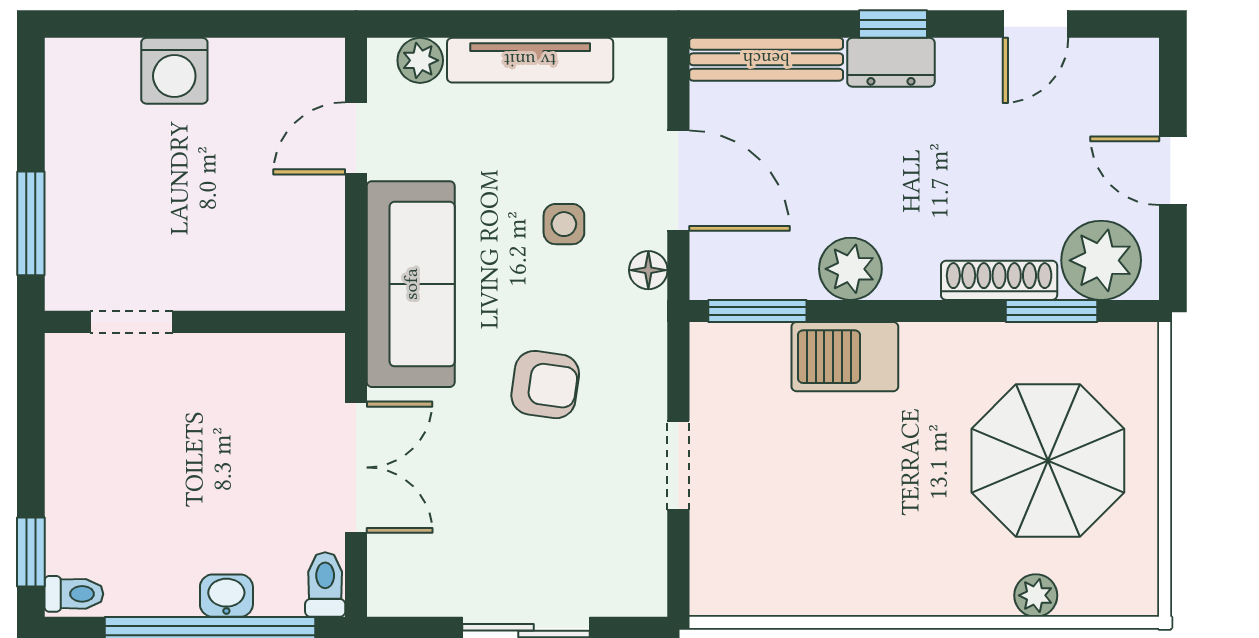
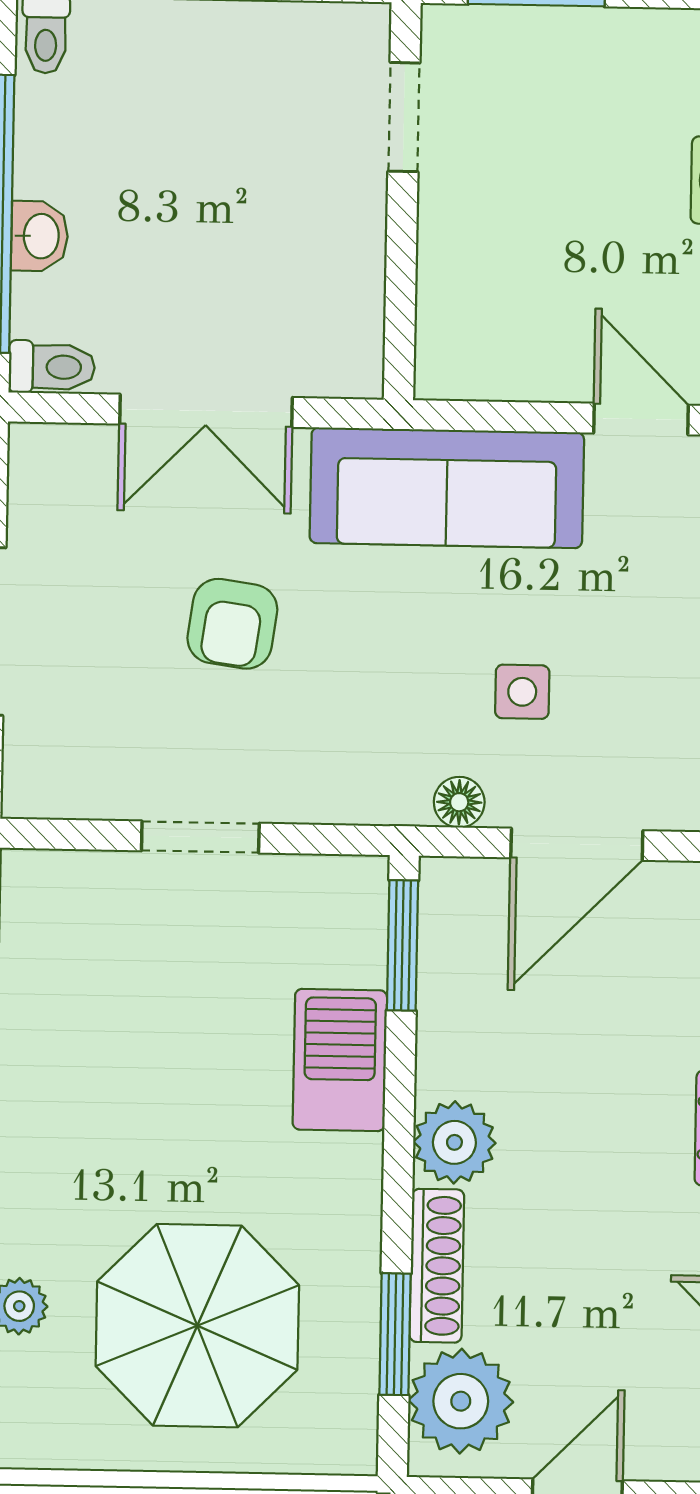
plant: (850, 269) -> (454, 1142), moved
armchair: (545, 385) -> (232, 624), moved

